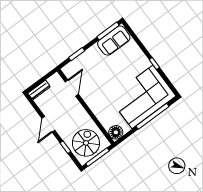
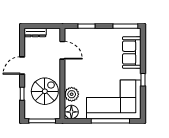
sofa: (114, 41) -> (132, 53), moved, turned 90
door: (72, 88) -> (62, 50), hinge flipped
plant: (105, 118) -> (72, 94), added
spiral stairs: (86, 143) -> (45, 91), moved

